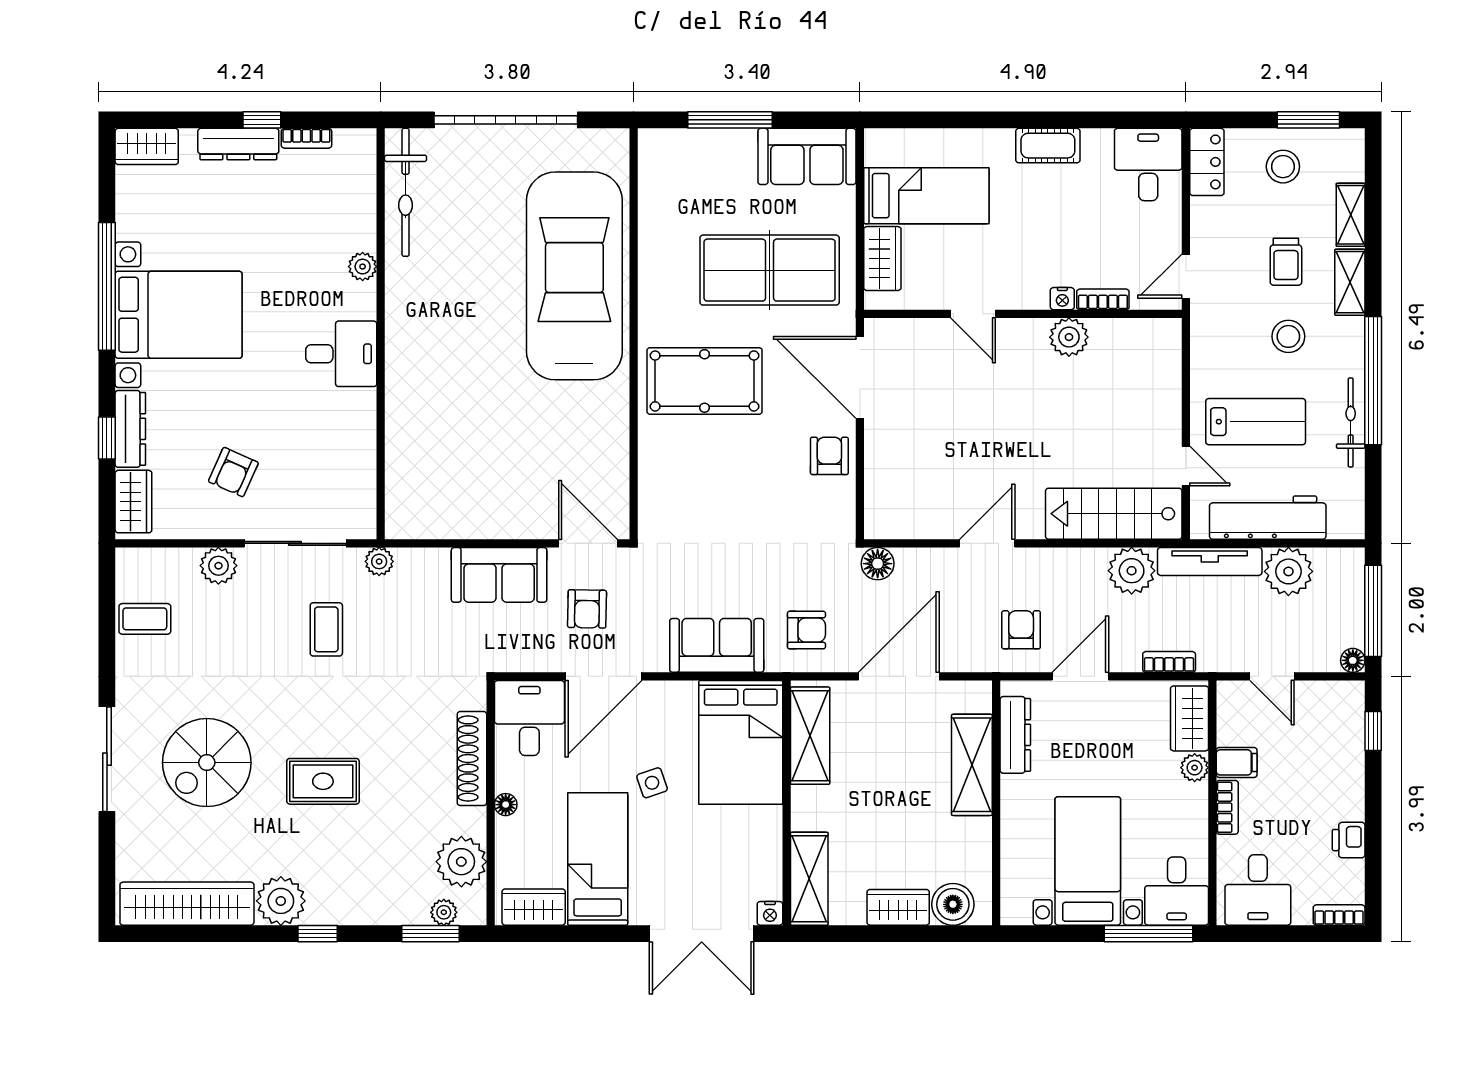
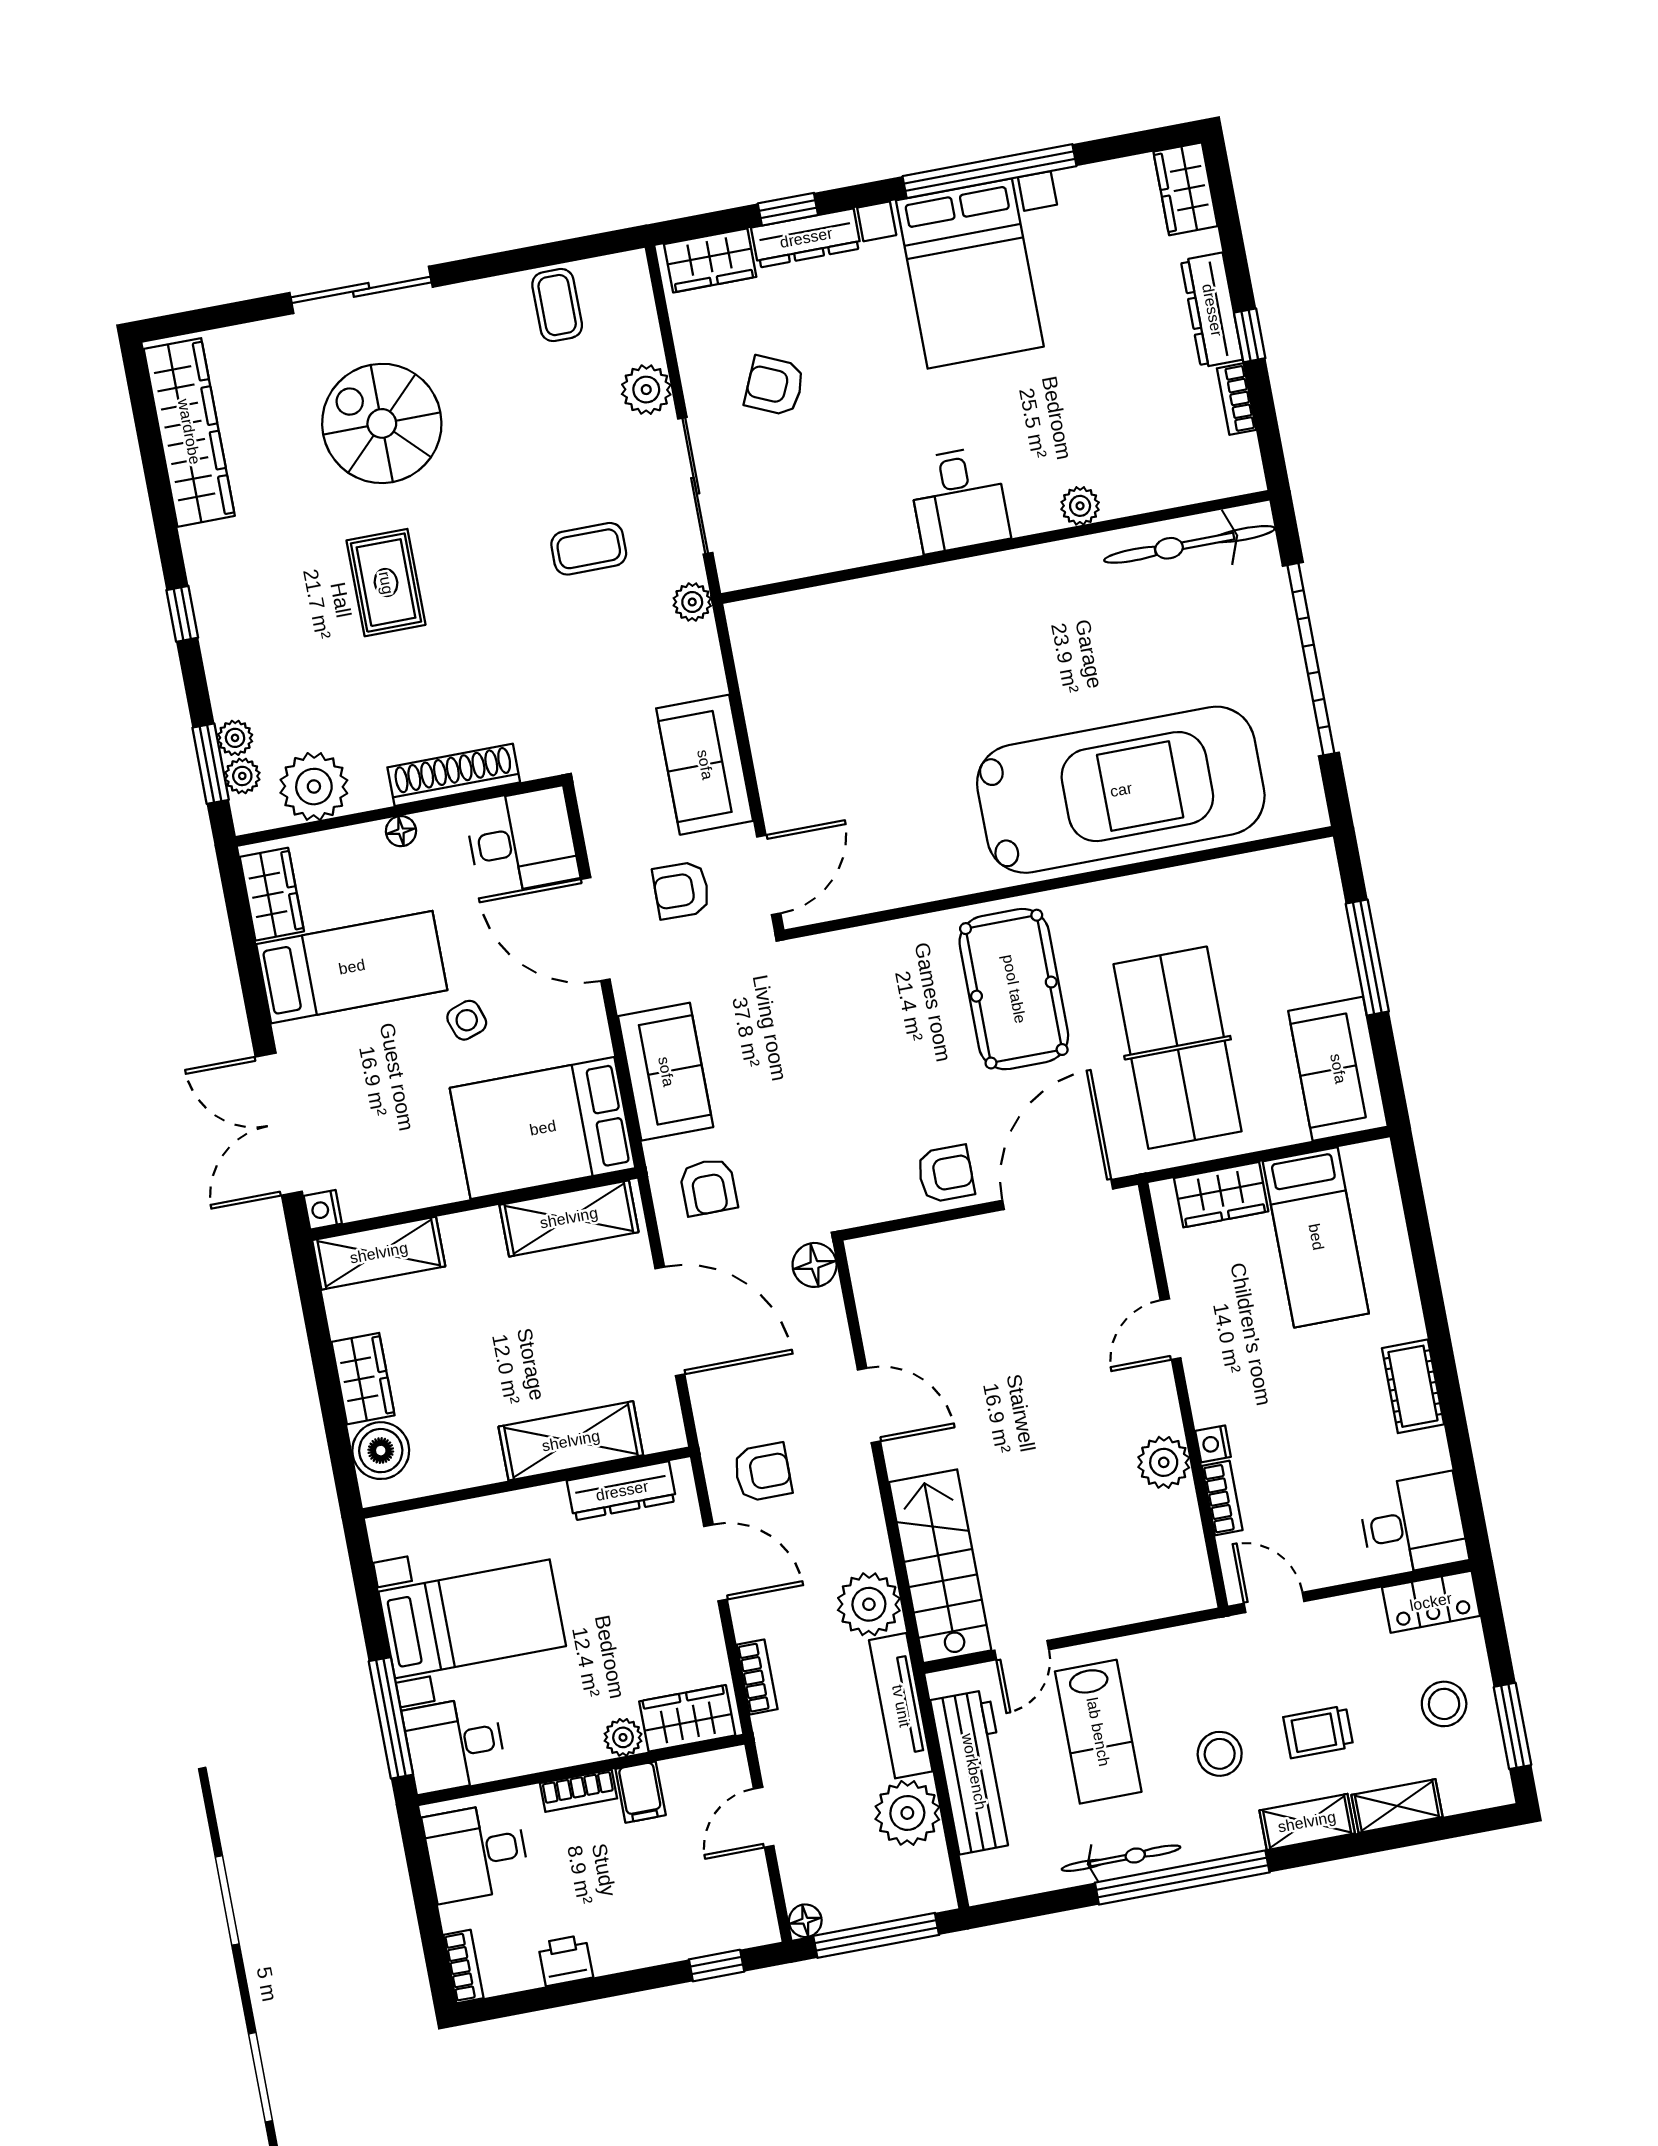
plant: (281, 901) -> (235, 738), moved, width x0.53, depth x0.53

